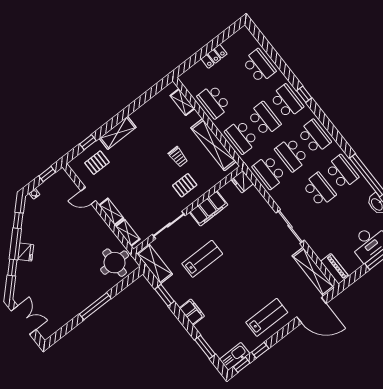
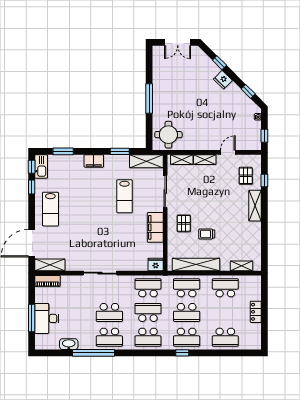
shelving: (313, 272) -> (50, 265), width x0.68

